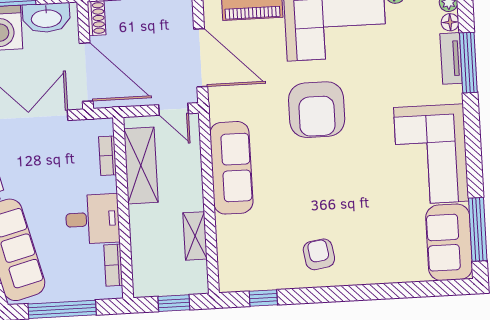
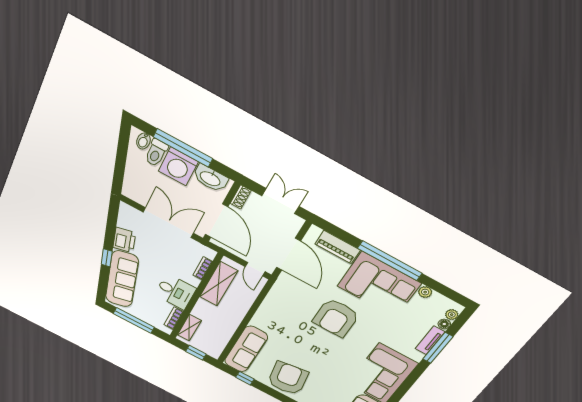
sofa: (231, 168) -> (246, 349), moved
shelving: (195, 236) -> (189, 328), moved
armchair: (319, 254) -> (288, 378), width x1.88, depth x1.88

